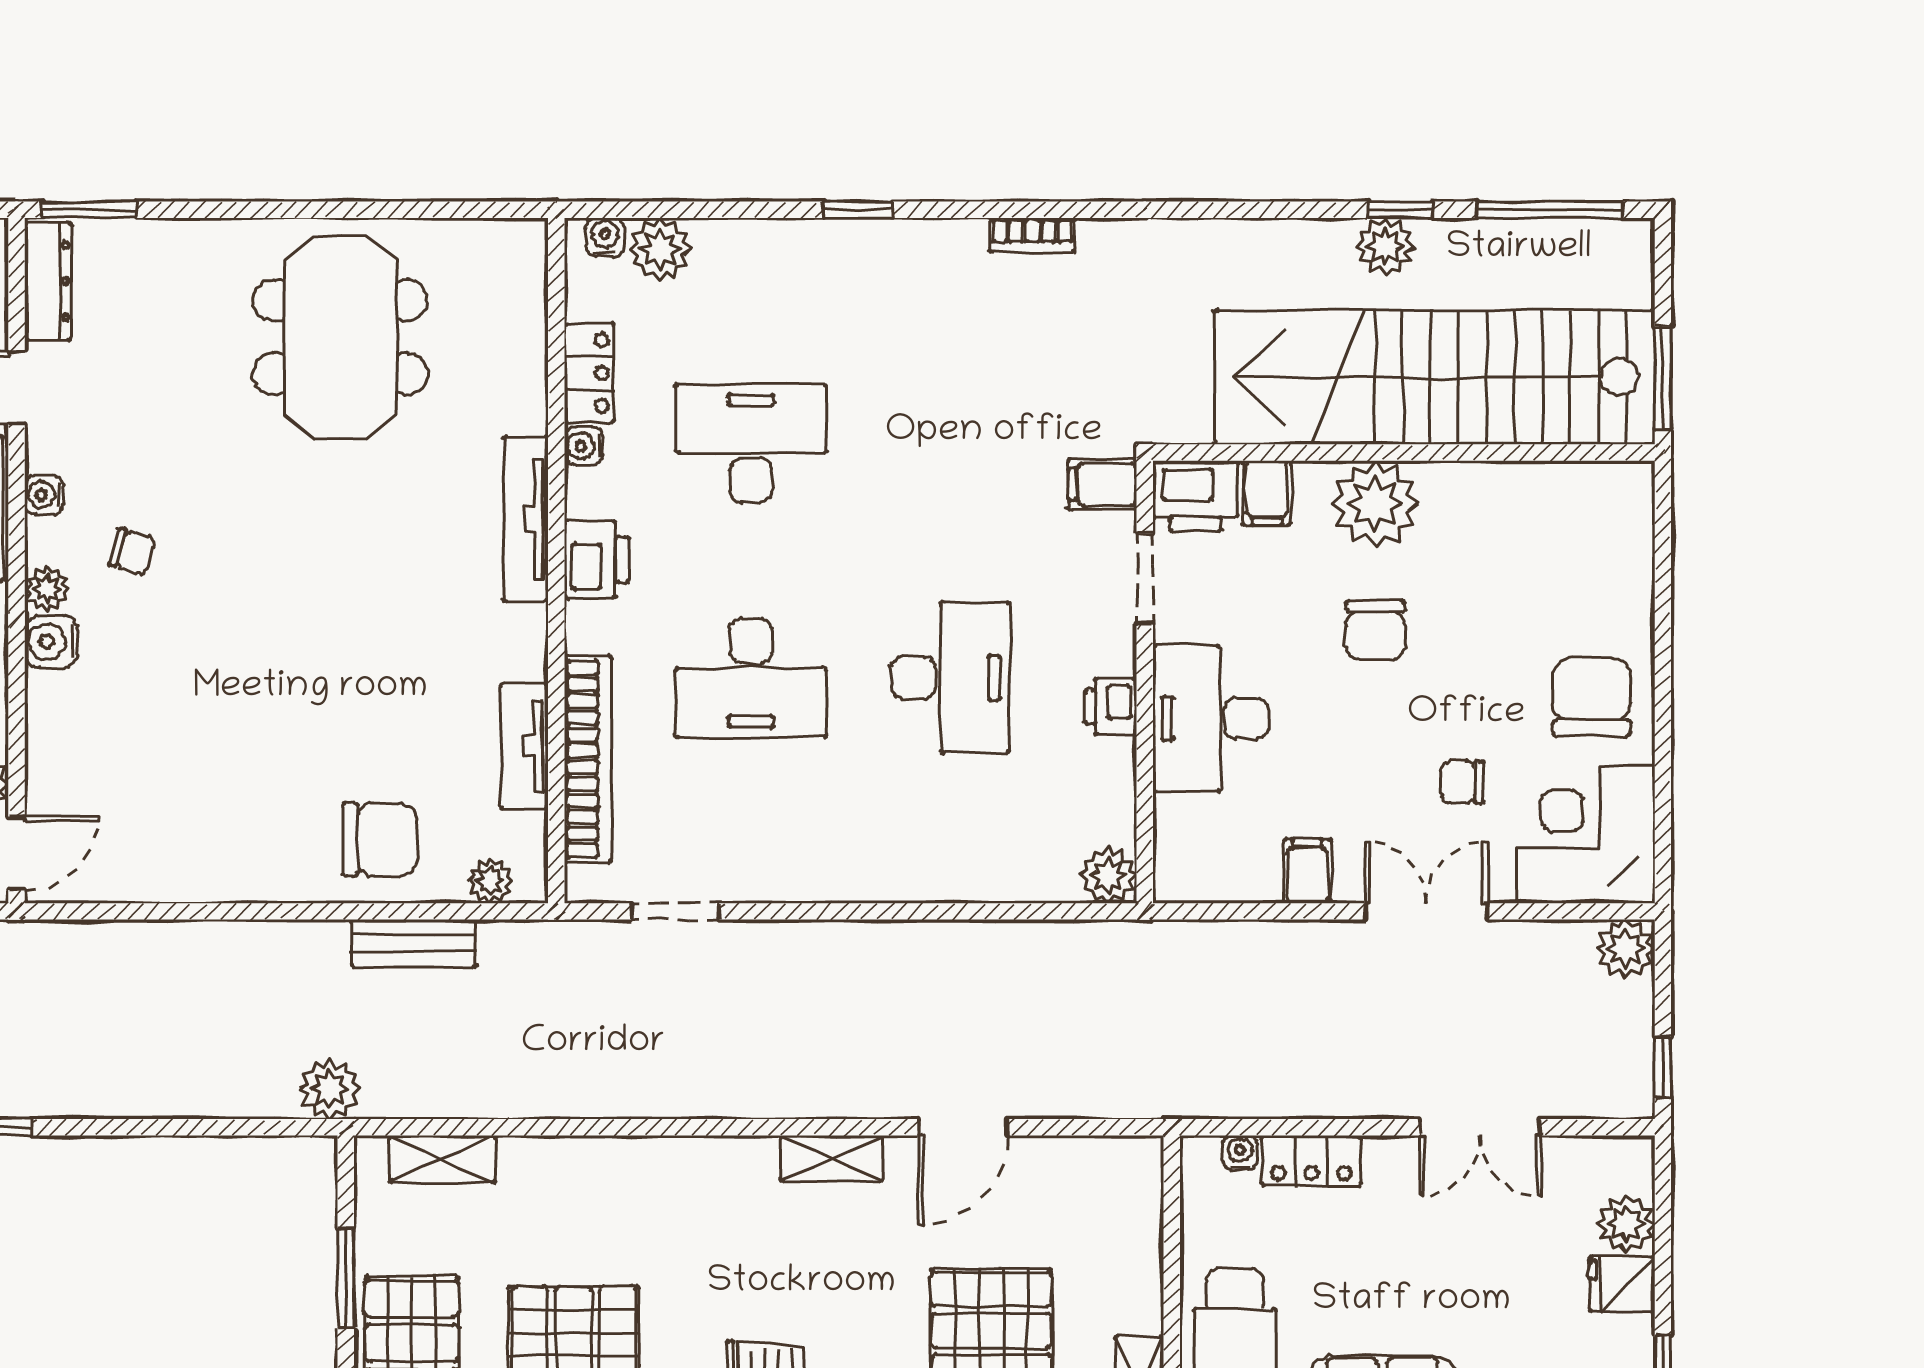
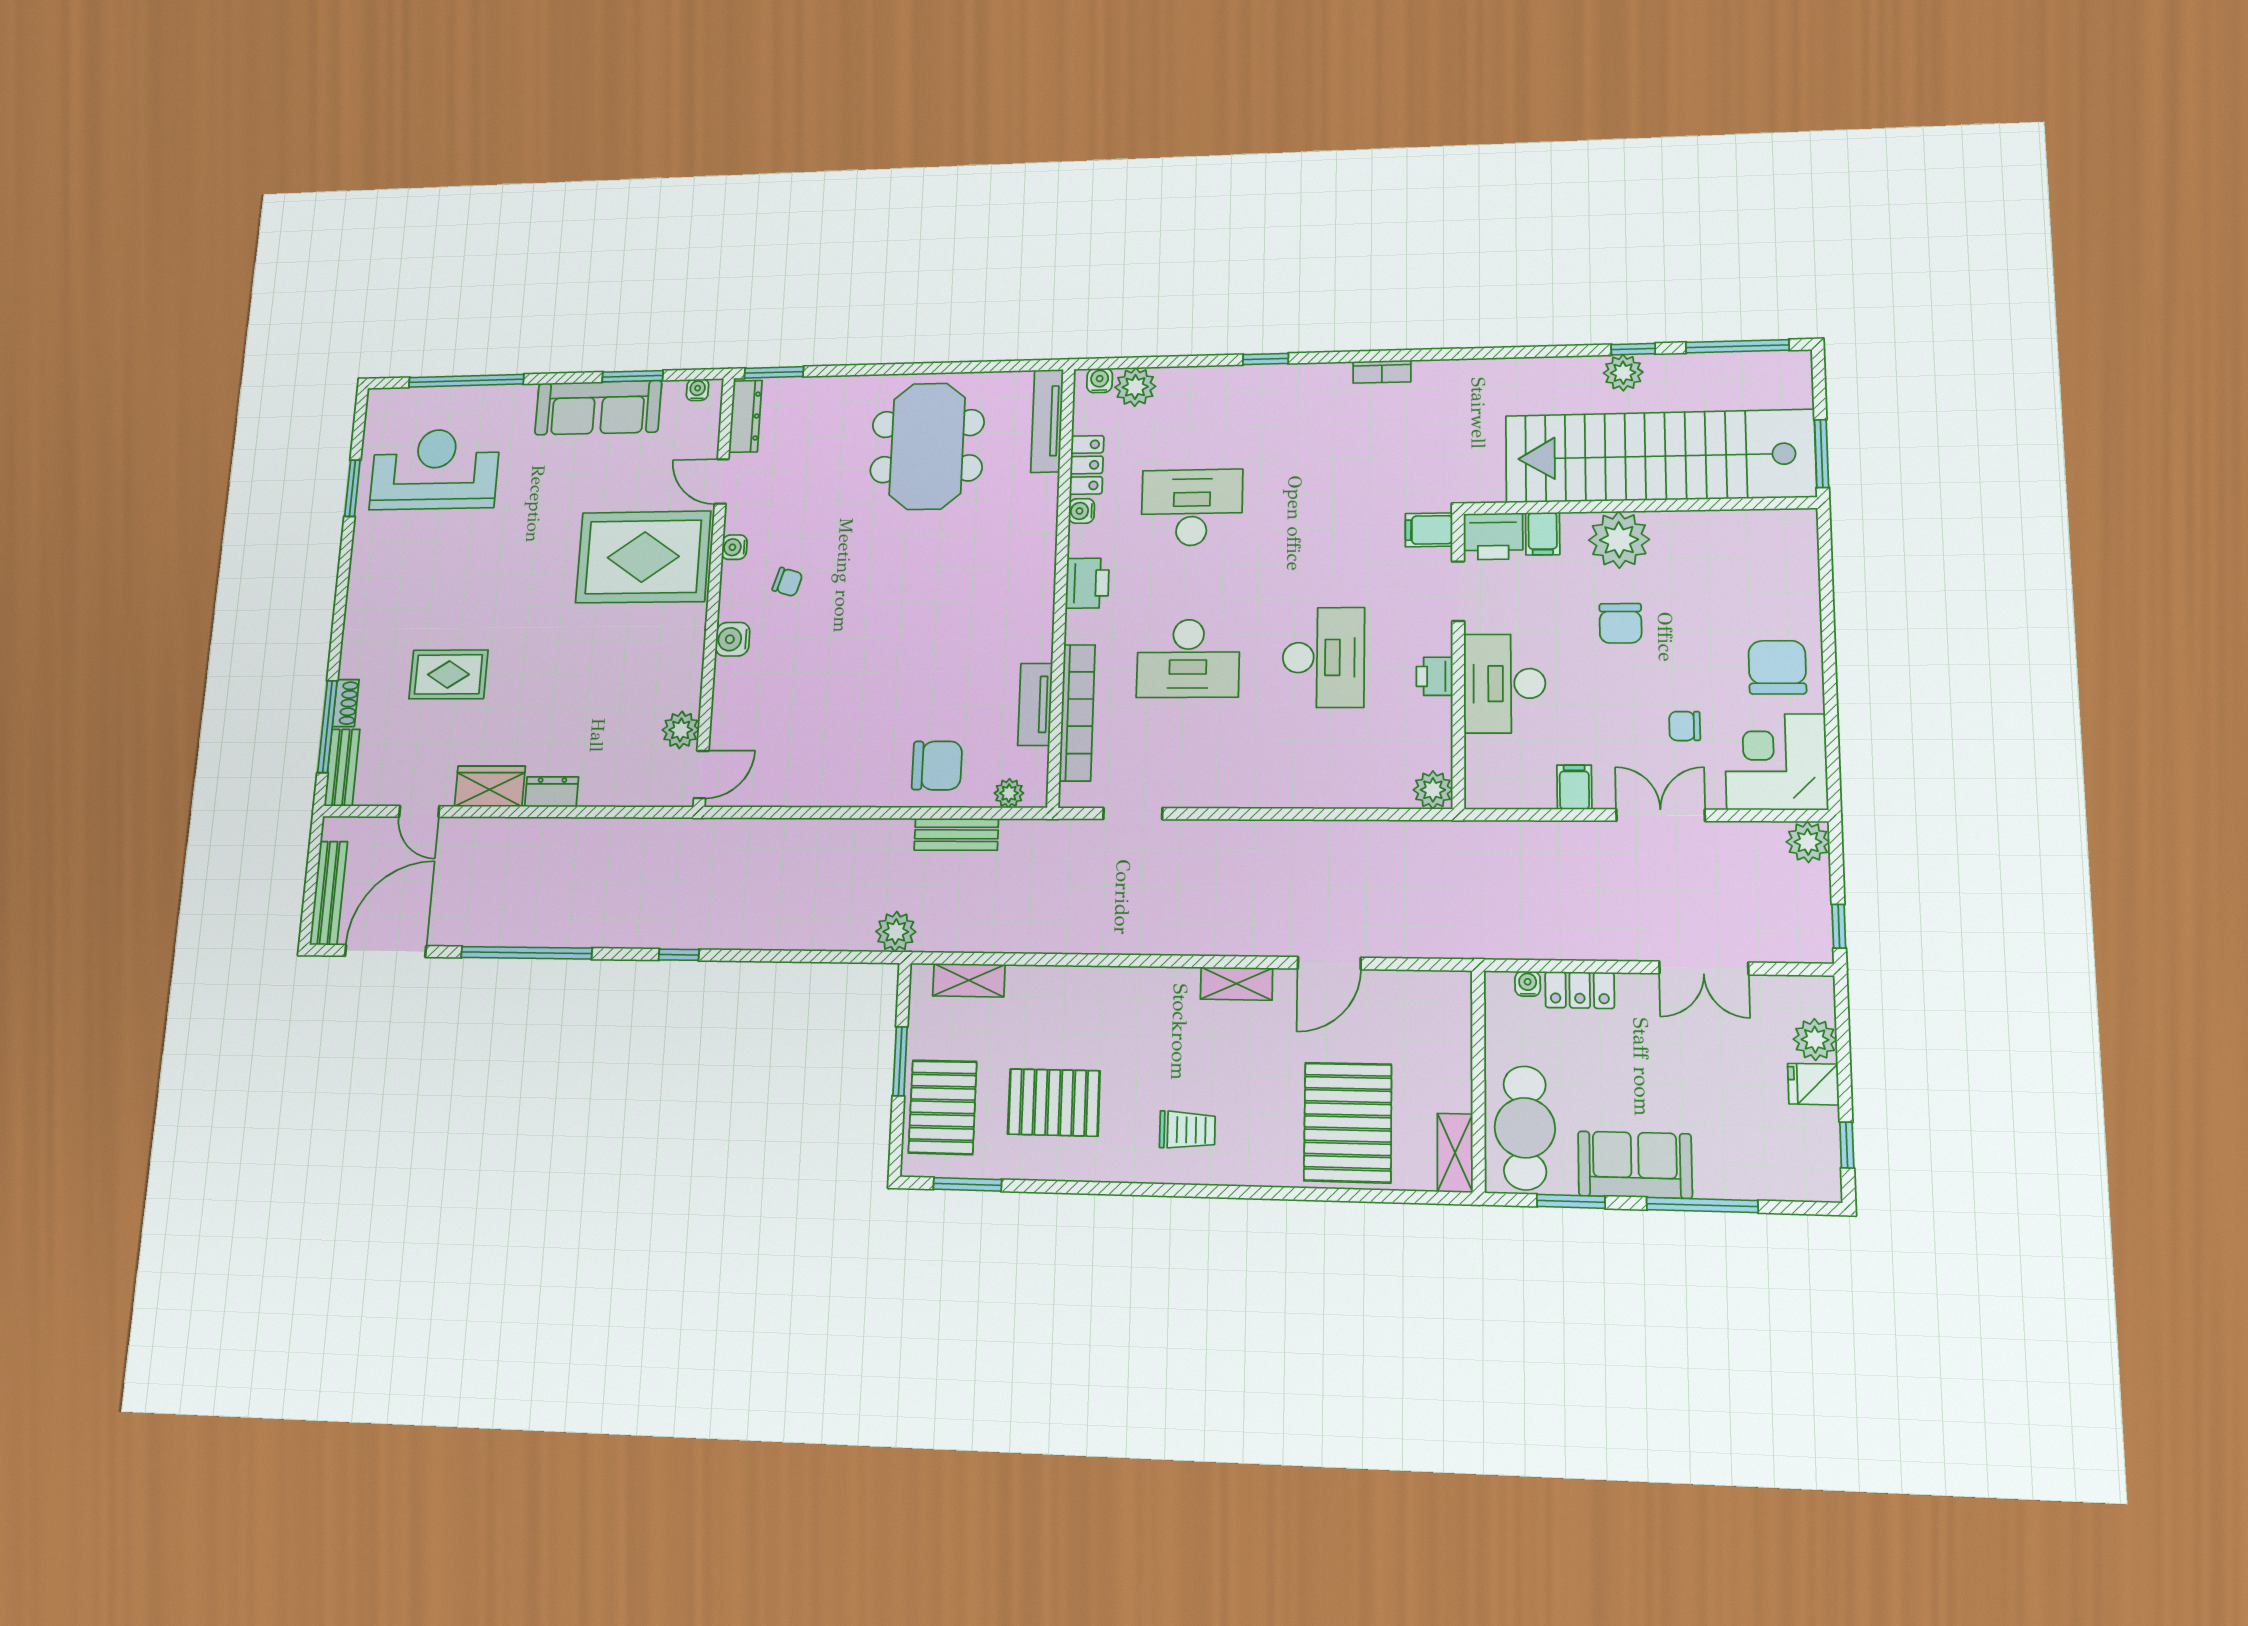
tv unit: (526, 519) -> (1047, 421), moved
plant: (47, 589) -> (732, 606), removed

